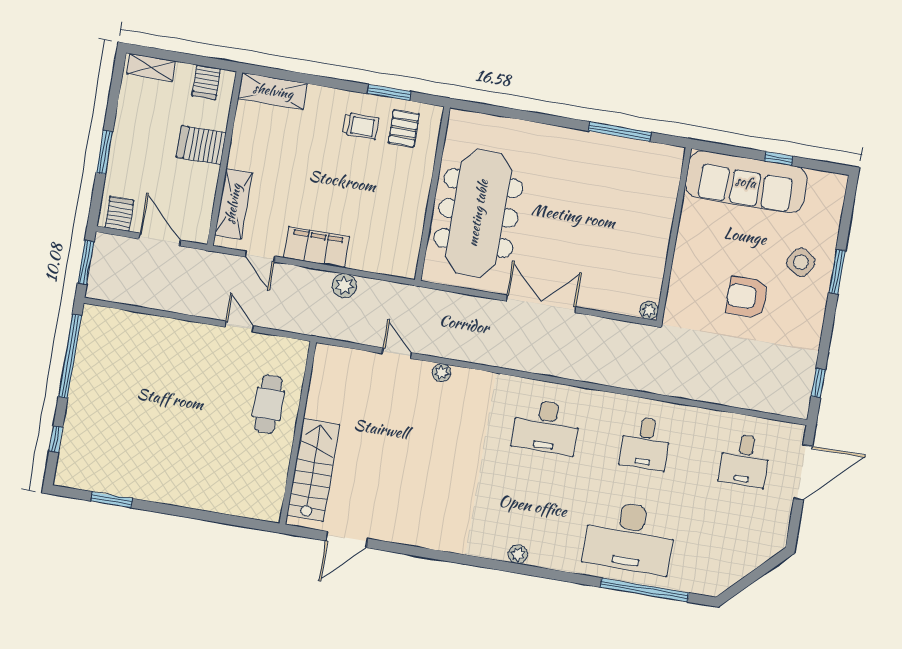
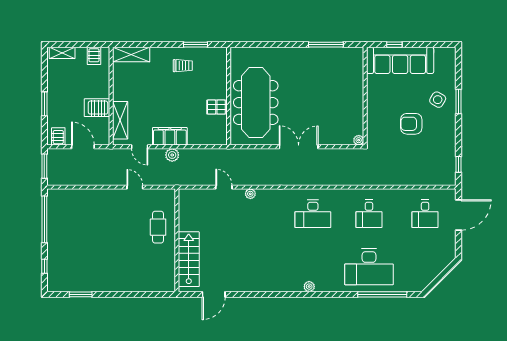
pallet: (404, 128) -> (216, 107), moved, turned 90
server rack: (201, 145) -> (97, 108), moved
window: (779, 159) -> (394, 45), moved
plant: (344, 286) -> (172, 155), moved

